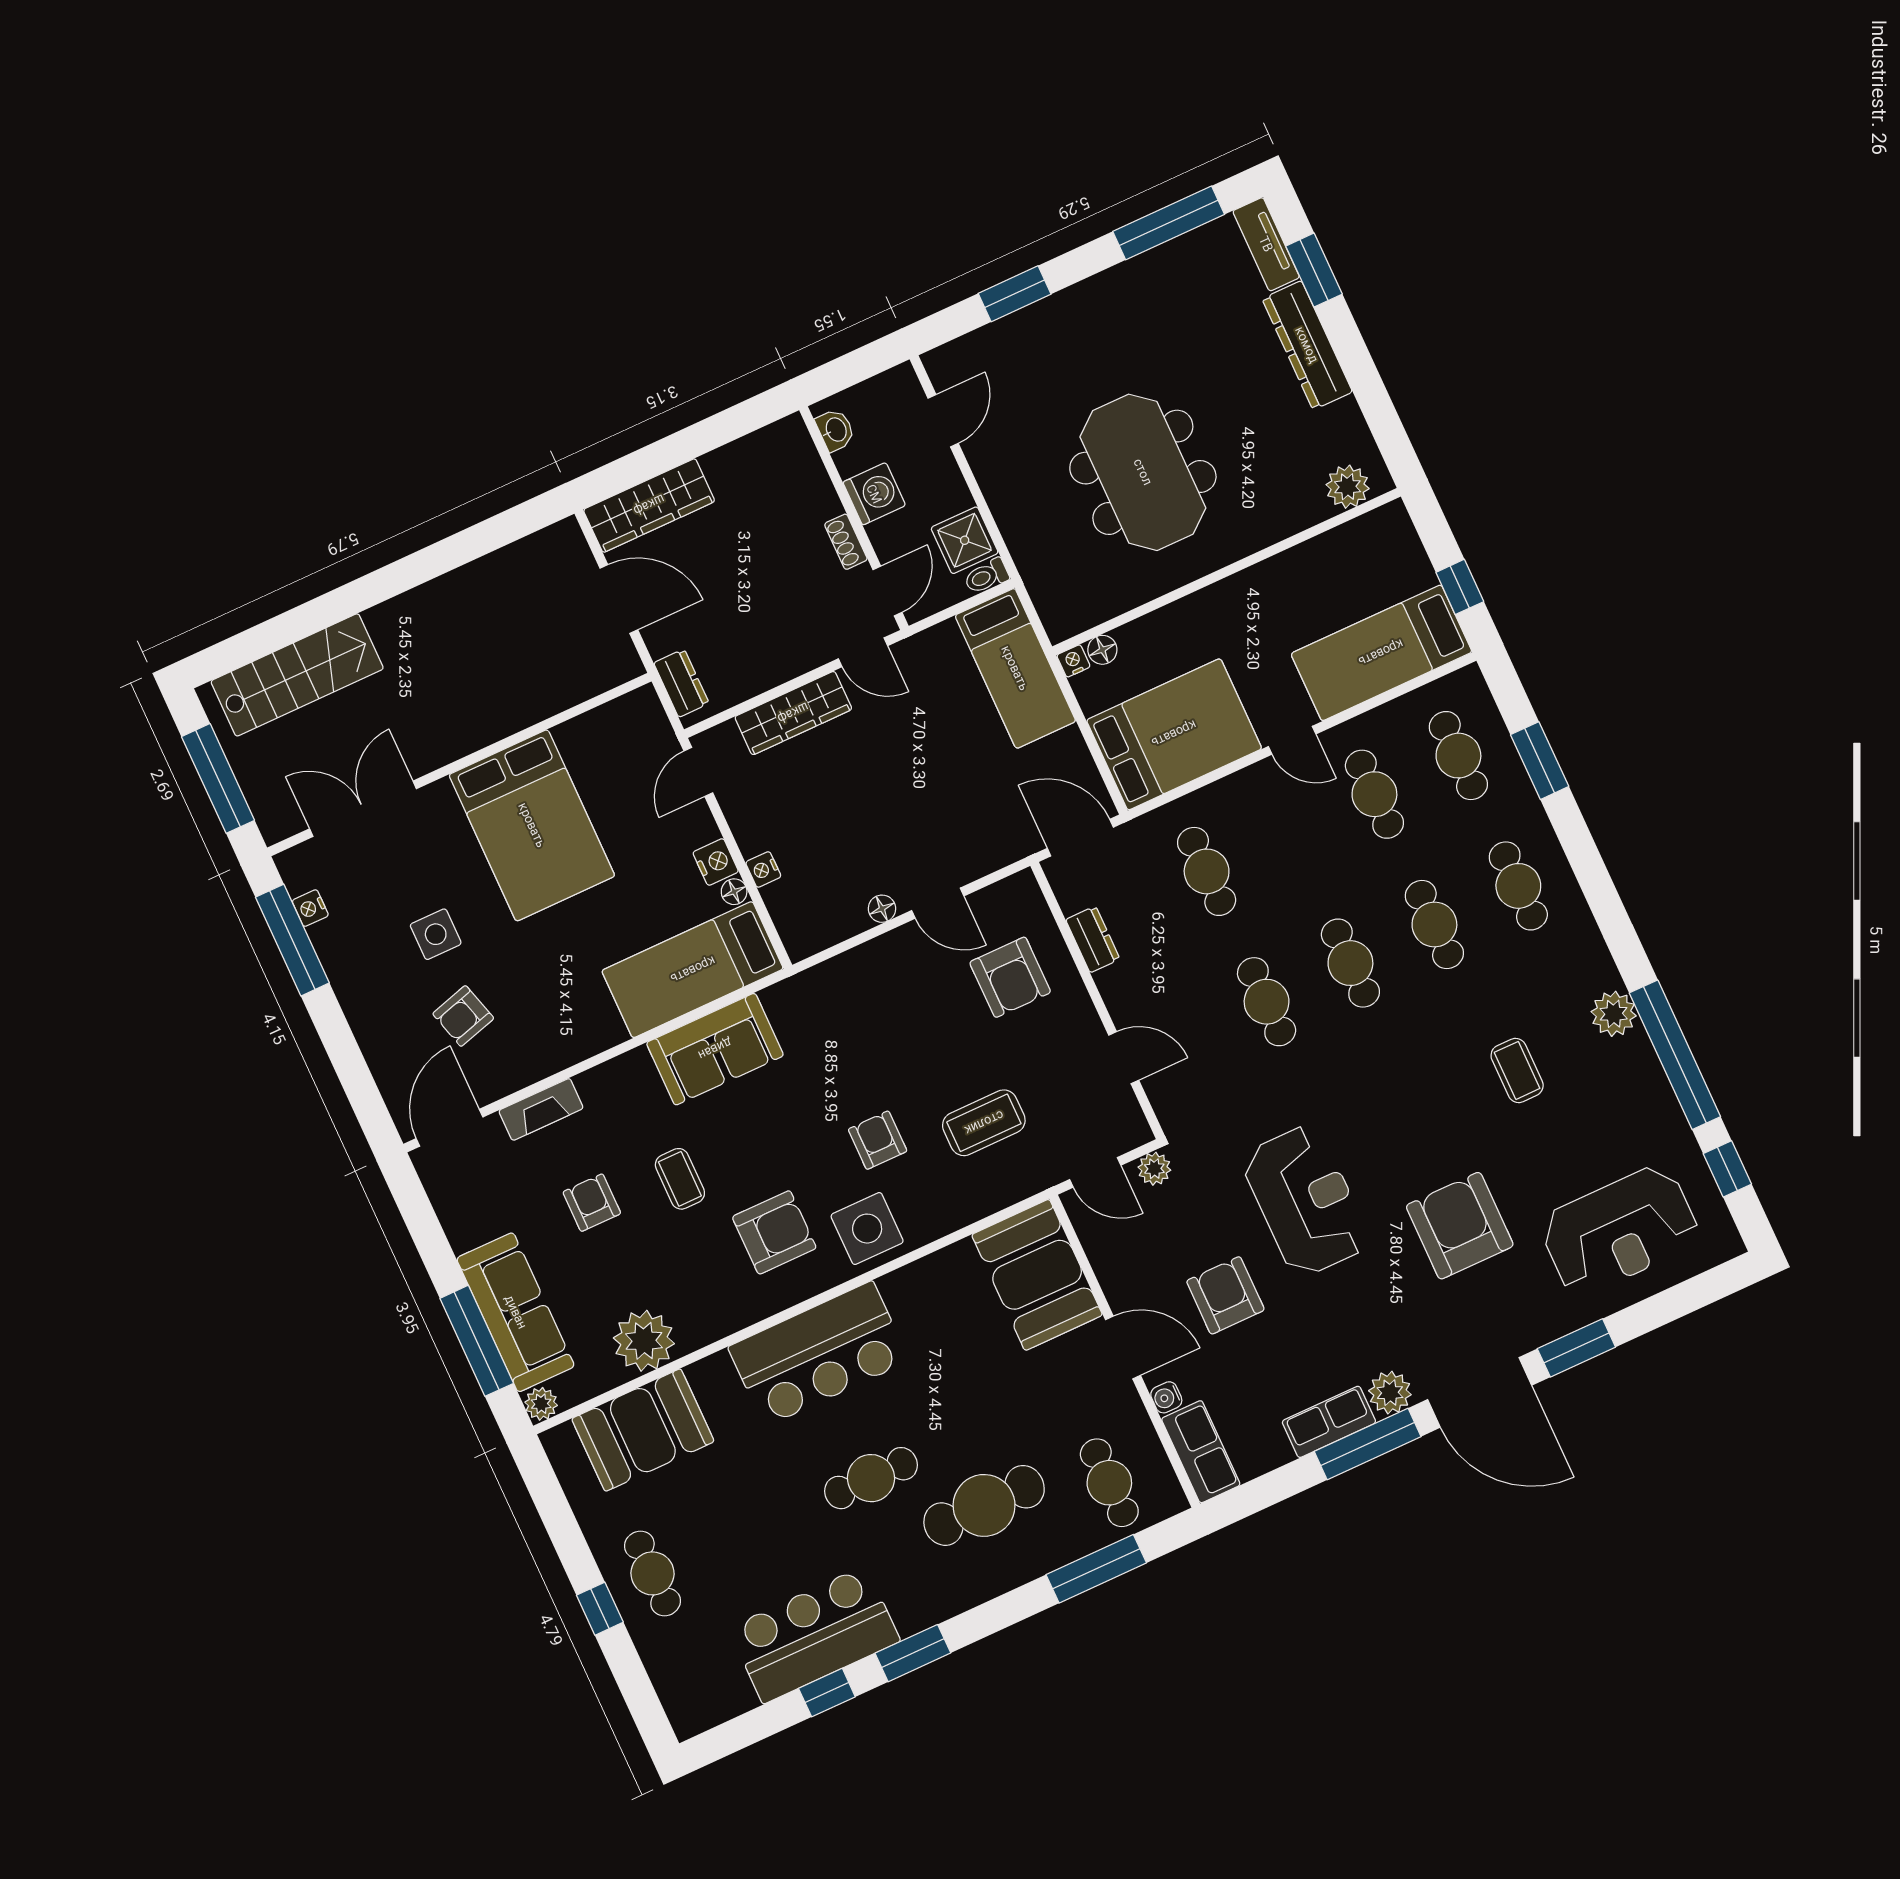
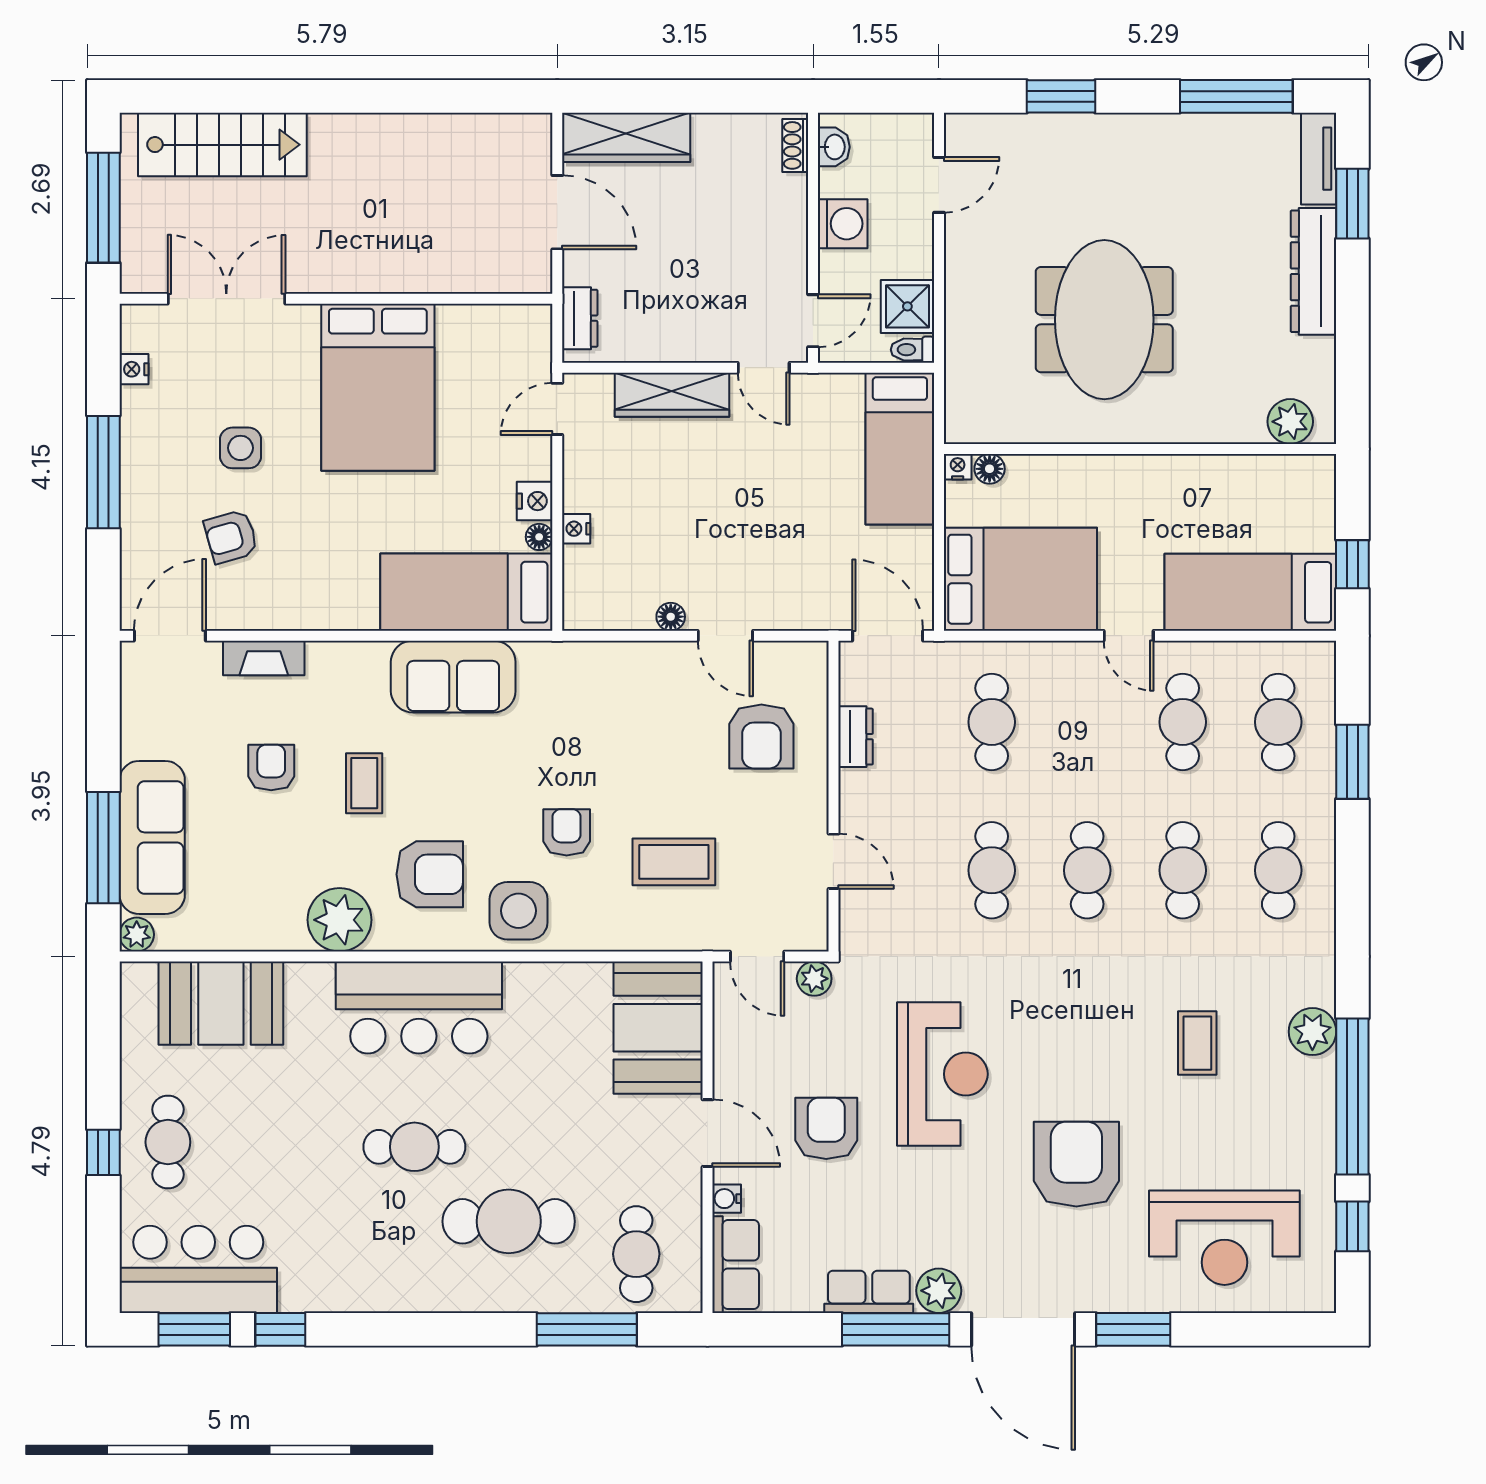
shoe rack: (846, 542) -> (795, 145), moved
window: (292, 940) -> (103, 472), moved
plant: (644, 1341) -> (339, 920), moved
bar counter: (814, 1635) -> (198, 1269), moved
window: (913, 1653) -> (194, 1329), moved

